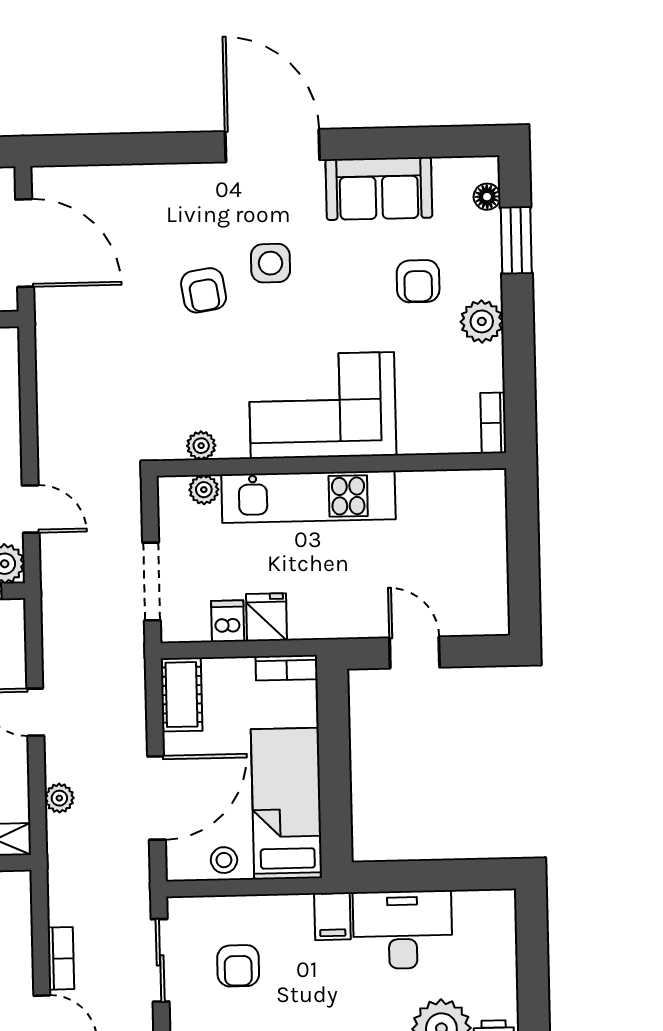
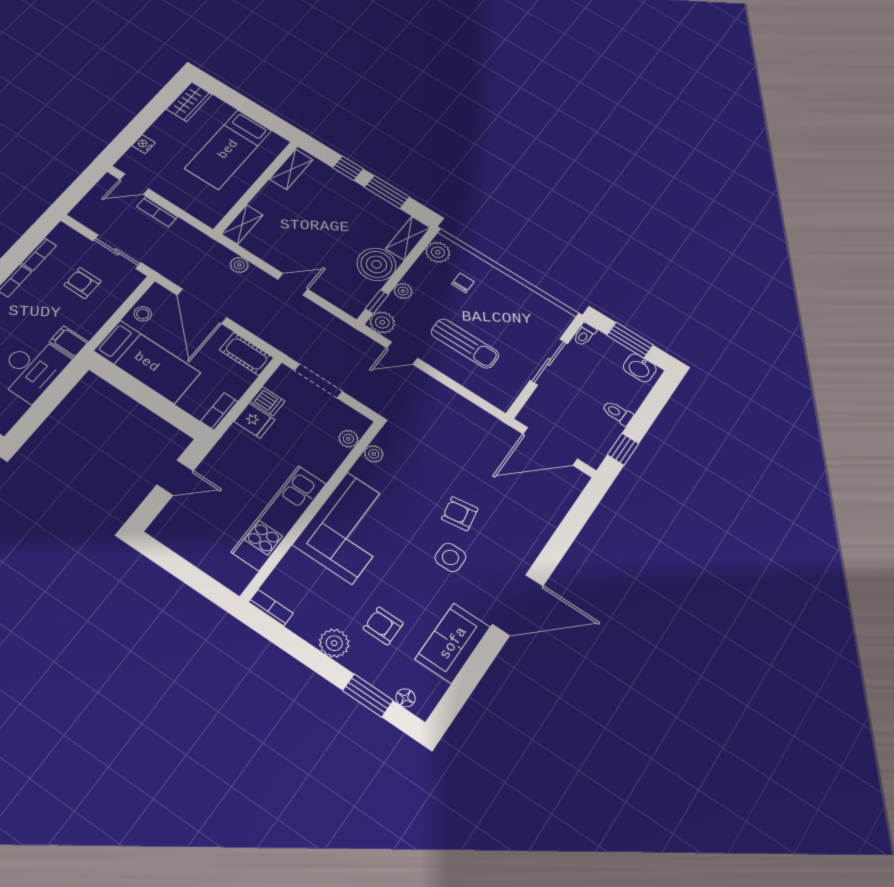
kitchen unit: (308, 497) -> (279, 518), moved

